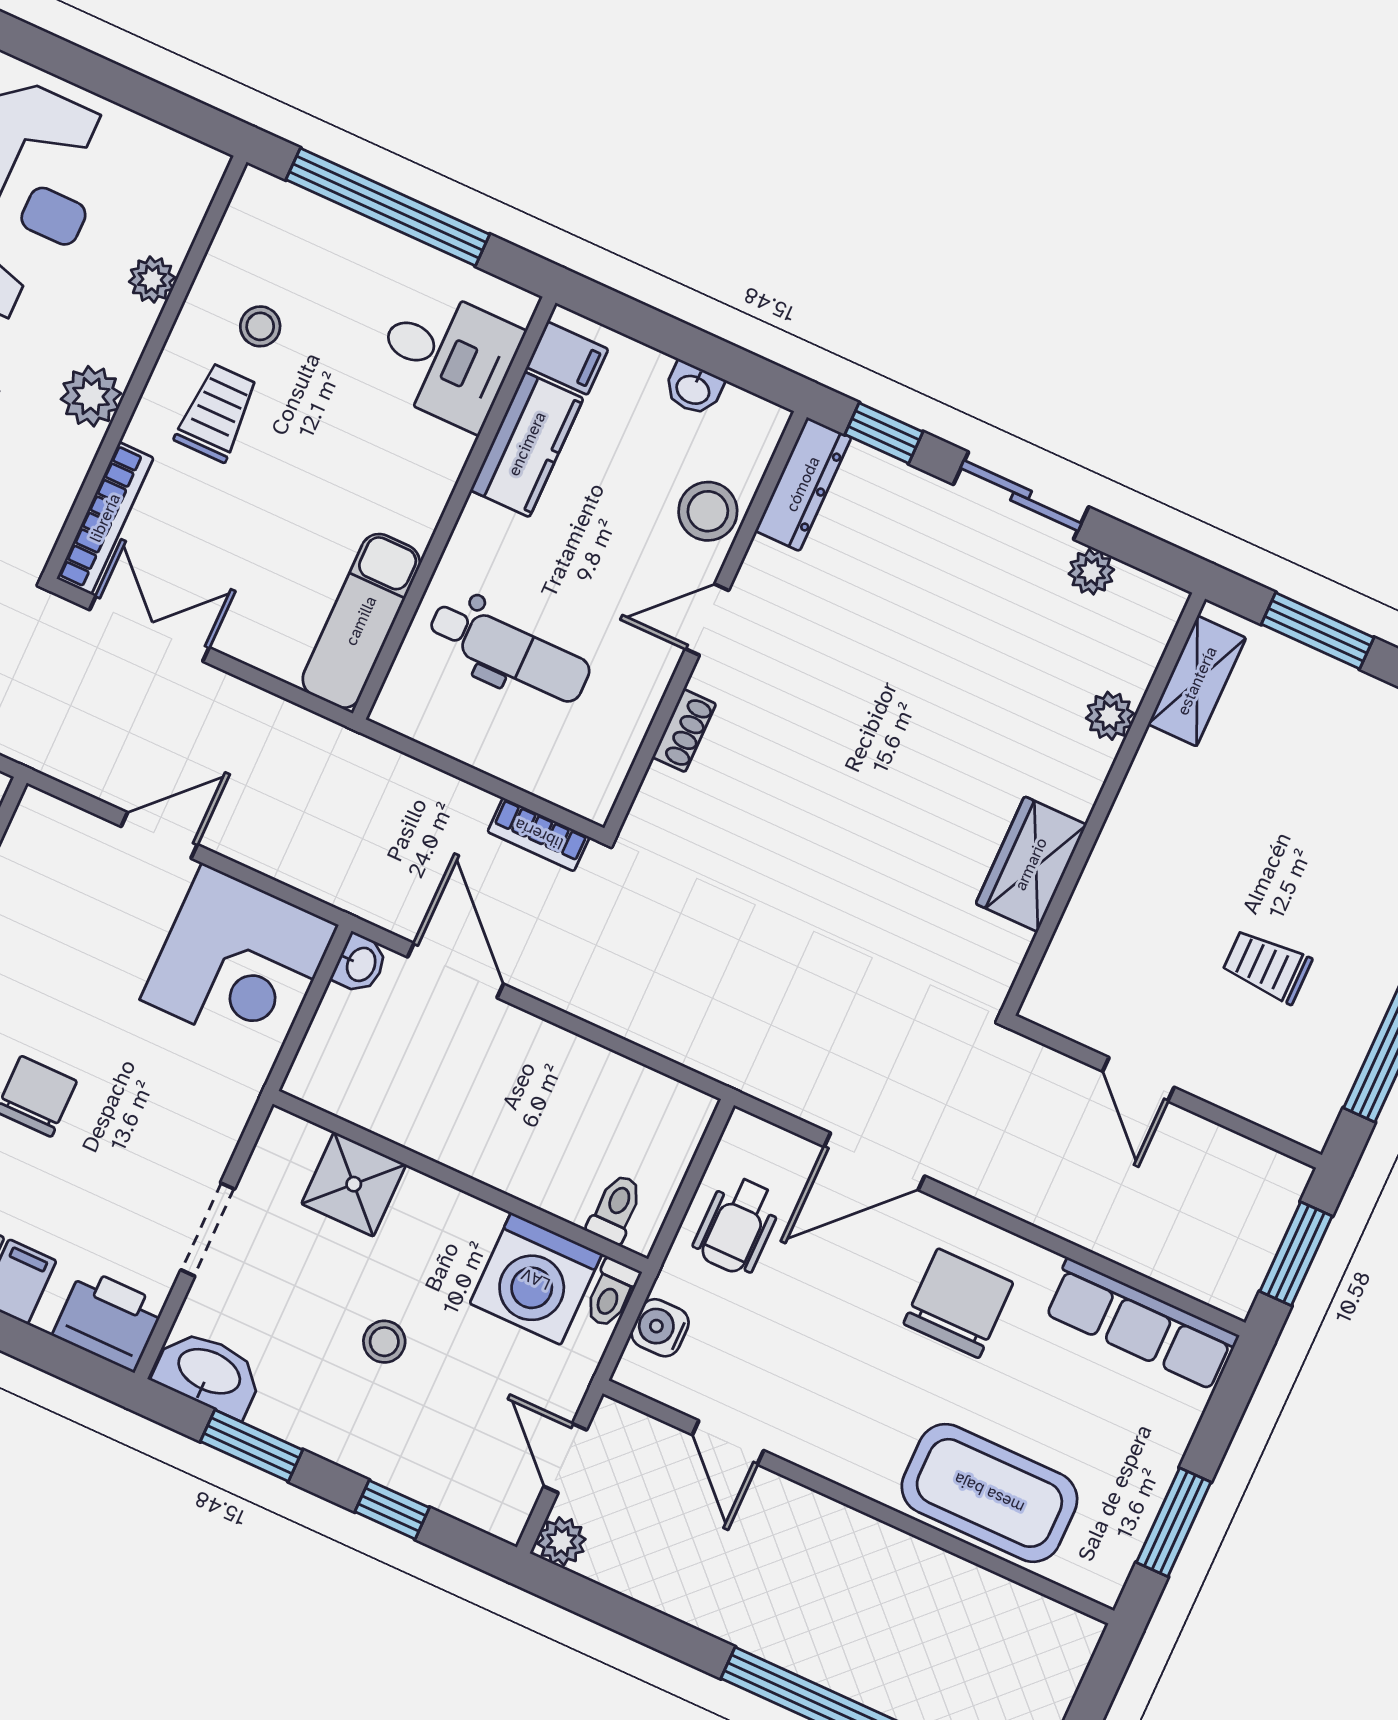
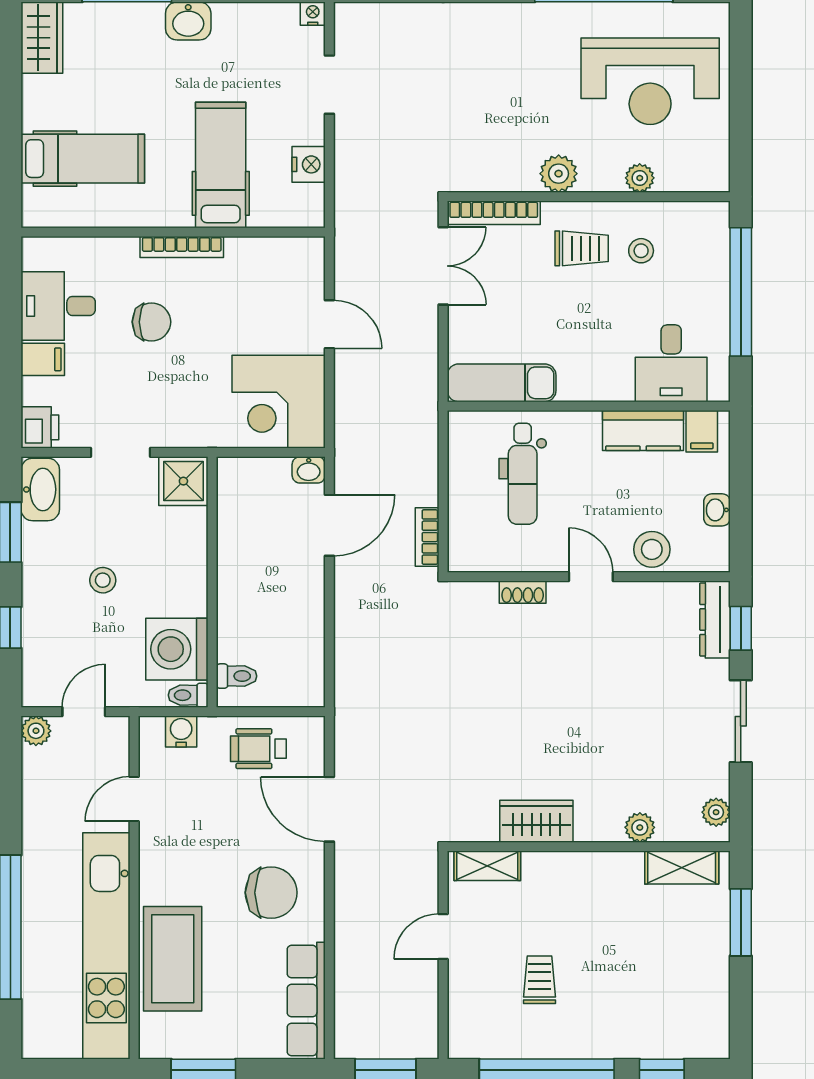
dresser: (803, 484) -> (715, 620), moved, turned 90
plant: (1091, 572) -> (716, 812), moved
shelving: (1064, 967) -> (487, 866), added
shower: (354, 1184) -> (183, 481), moved
printer: (109, 1320) -> (40, 427), width x0.73, depth x0.81
kitchen unit: (926, 1582) -> (106, 946), added

